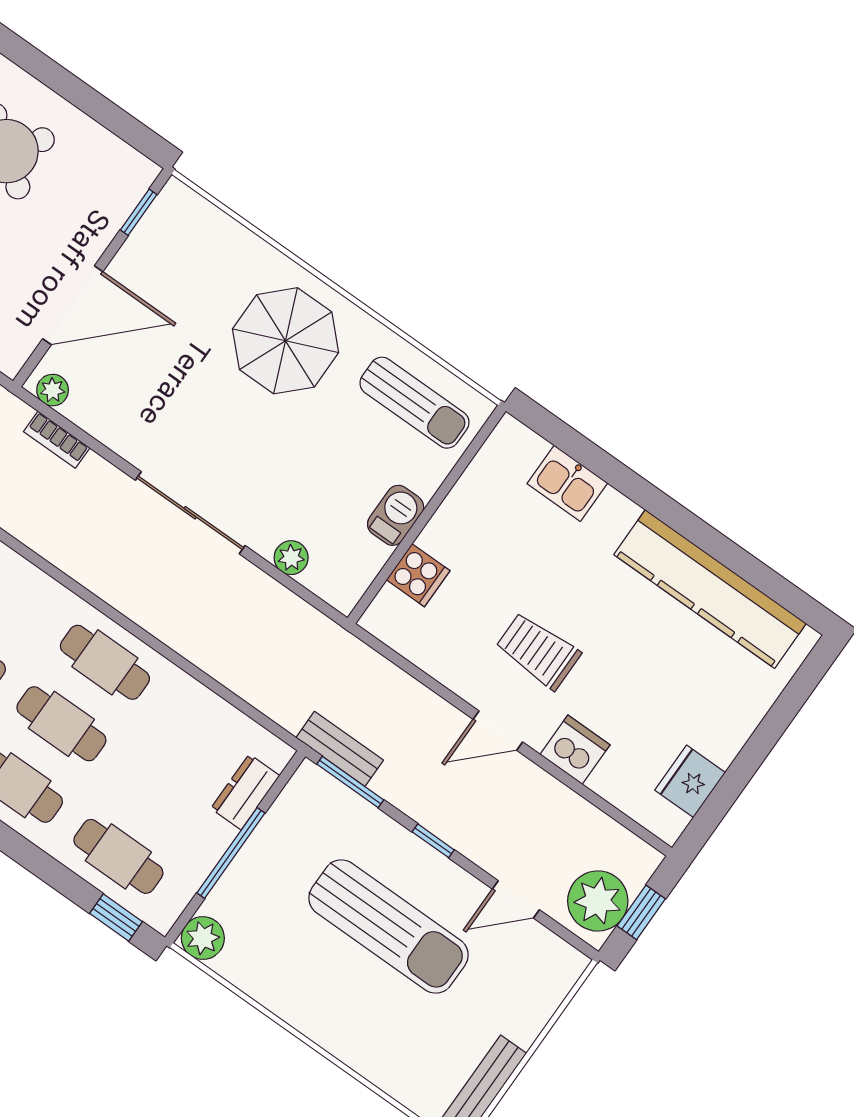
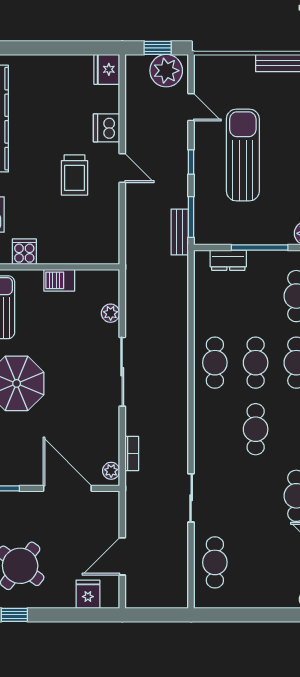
cooker: (418, 575) -> (24, 252), moved
fridge: (690, 781) -> (107, 69), moved, turned 90

